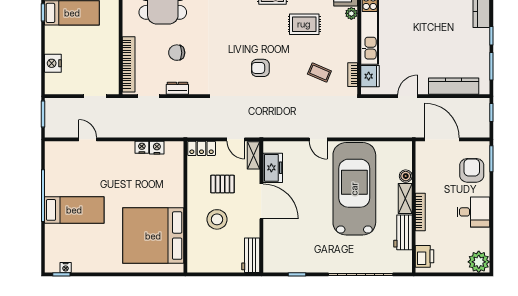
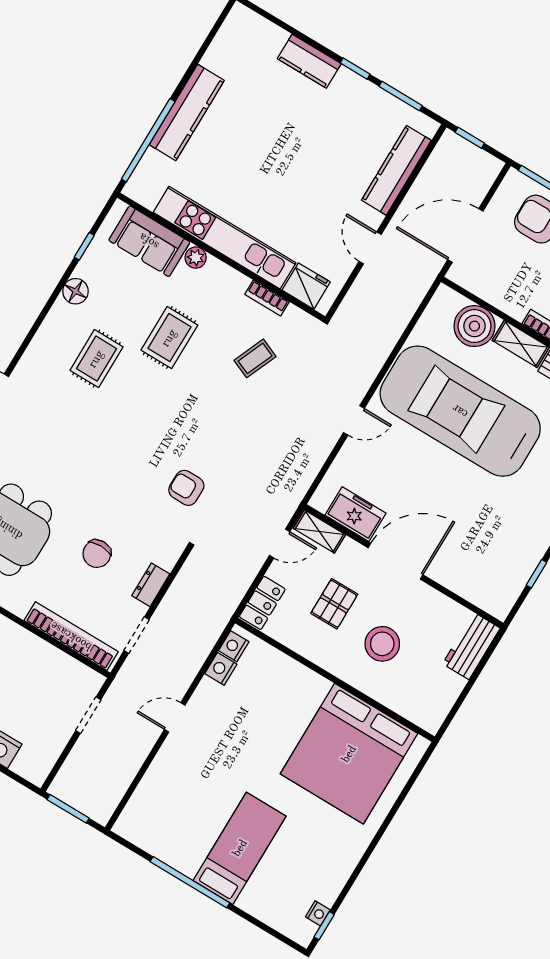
armchair: (260, 68) -> (186, 488), moved, turned 90
bookcase: (353, 75) -> (267, 298), moved
door: (88, 139) -> (175, 717), moved
nightstand: (142, 147) -> (234, 646), moved
boiler: (406, 176) -> (474, 326), width x1.86, depth x1.86
workbench: (251, 255) -> (471, 646), moved, turned 90

